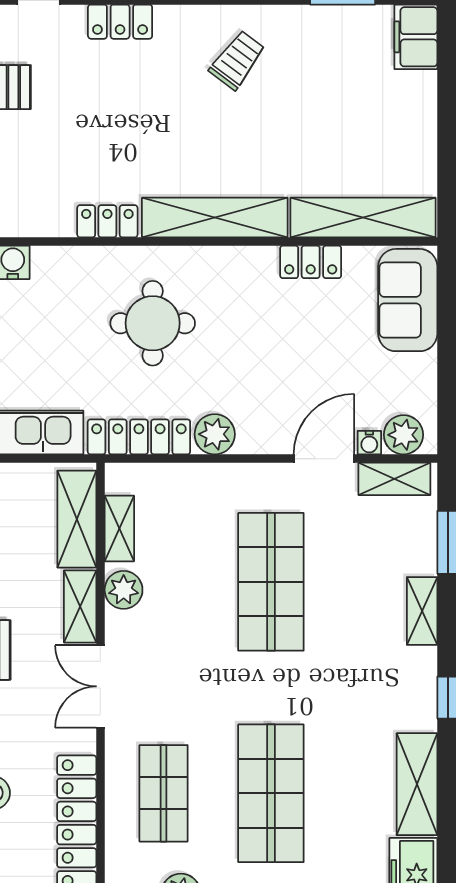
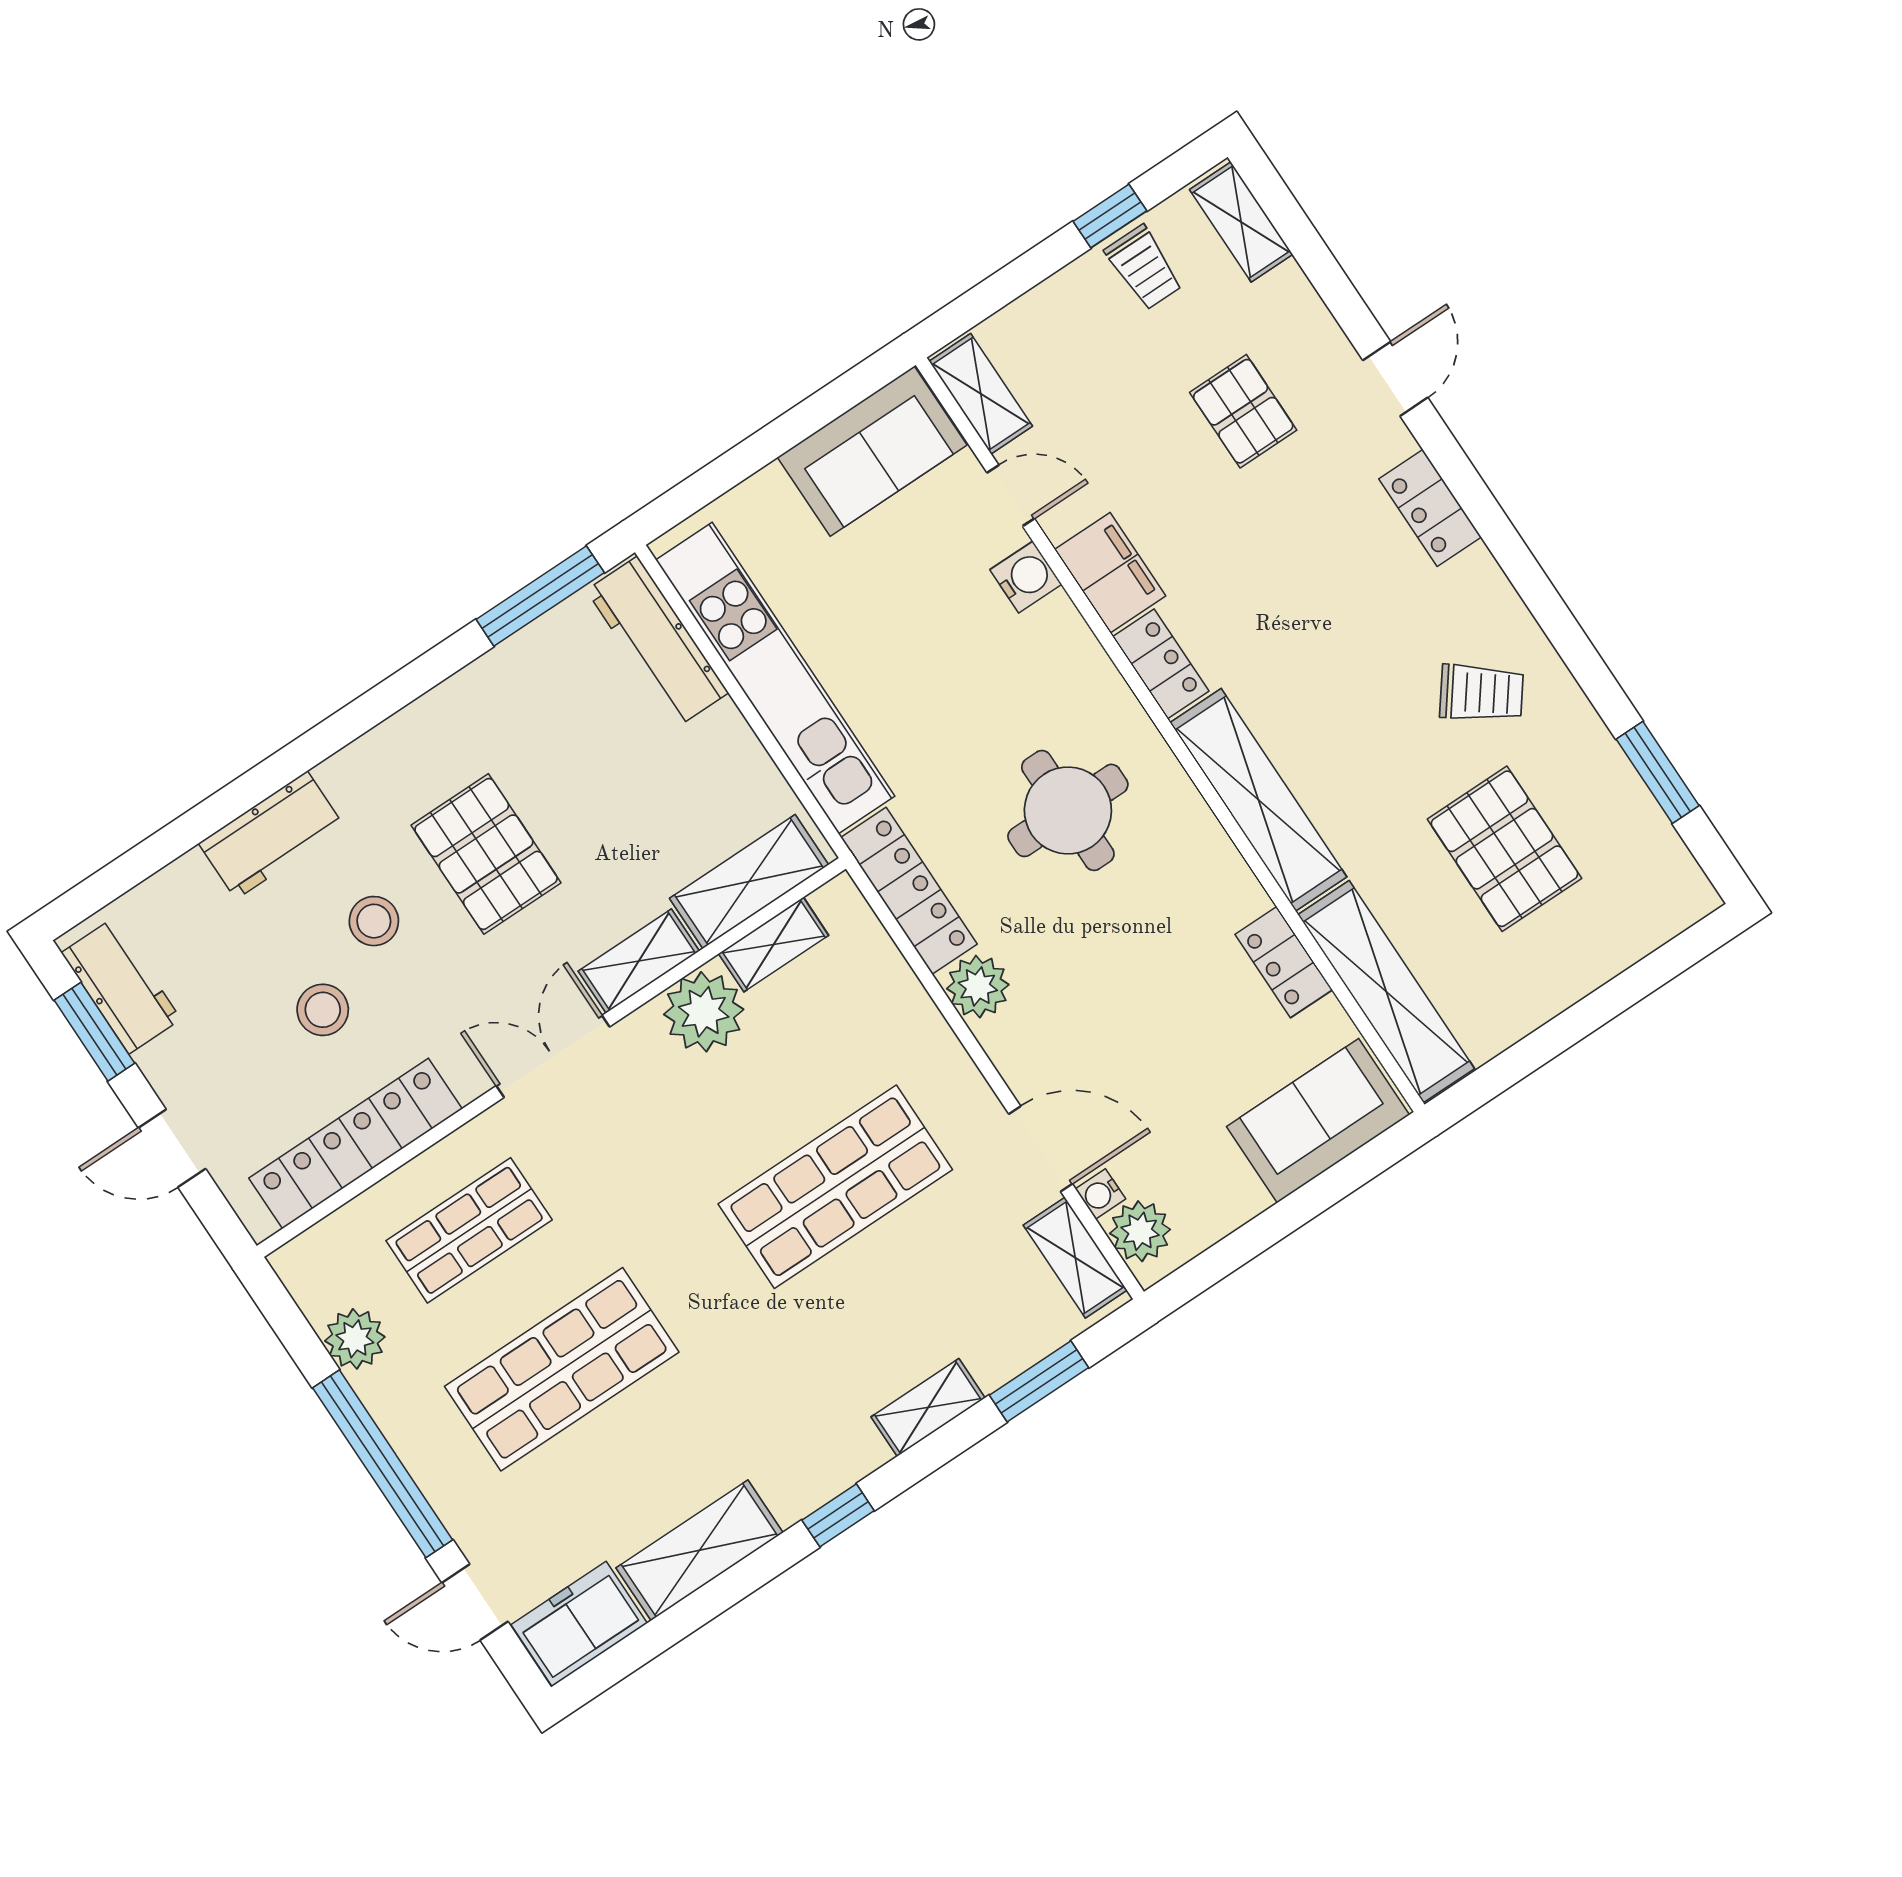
filing cabinet: (416, 37) -> (1110, 573), moved, turned 90
pallet: (329, 103) -> (1504, 849), added
plant: (124, 590) -> (704, 1012), width x1.36, depth x1.36

